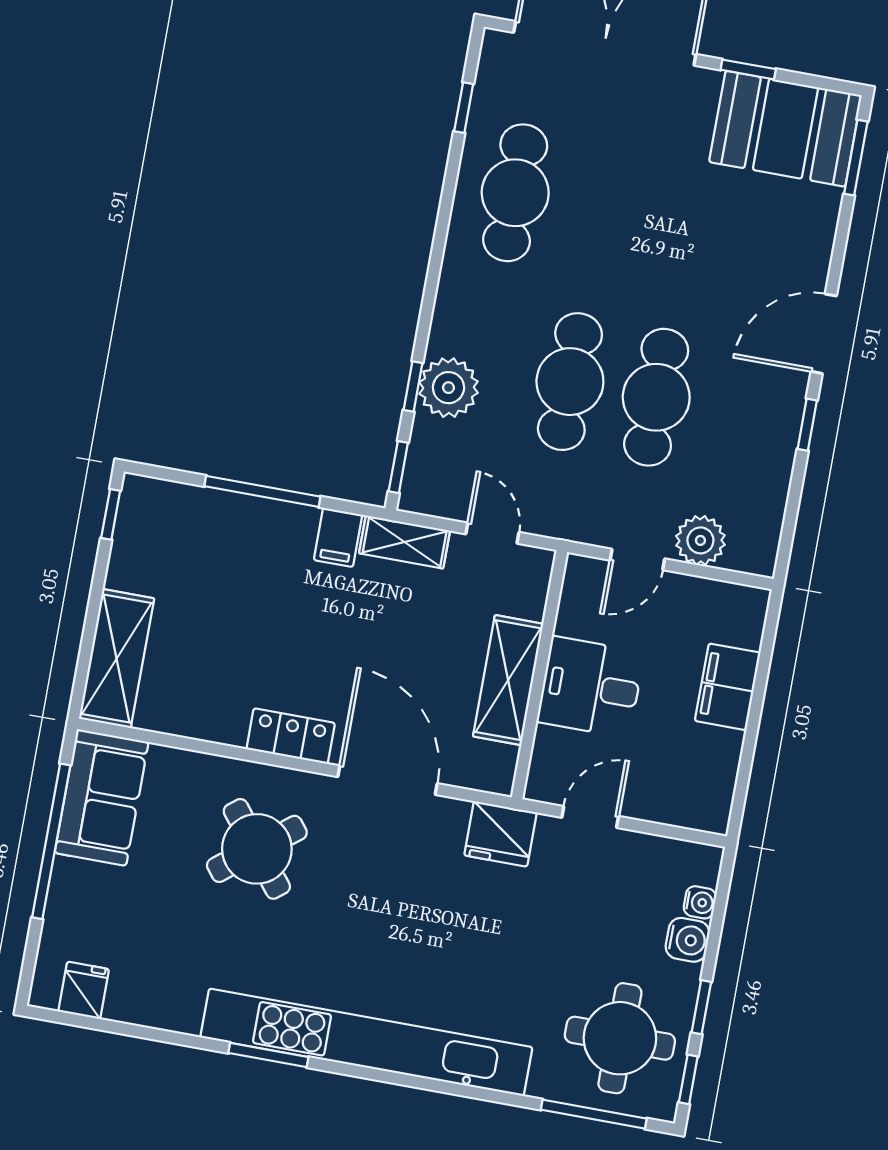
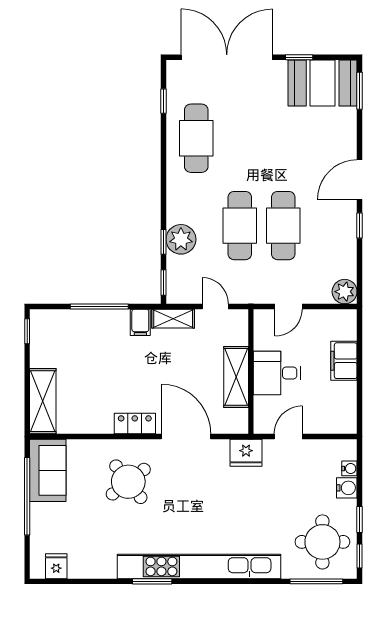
plant: (700, 540) -> (345, 292), moved

